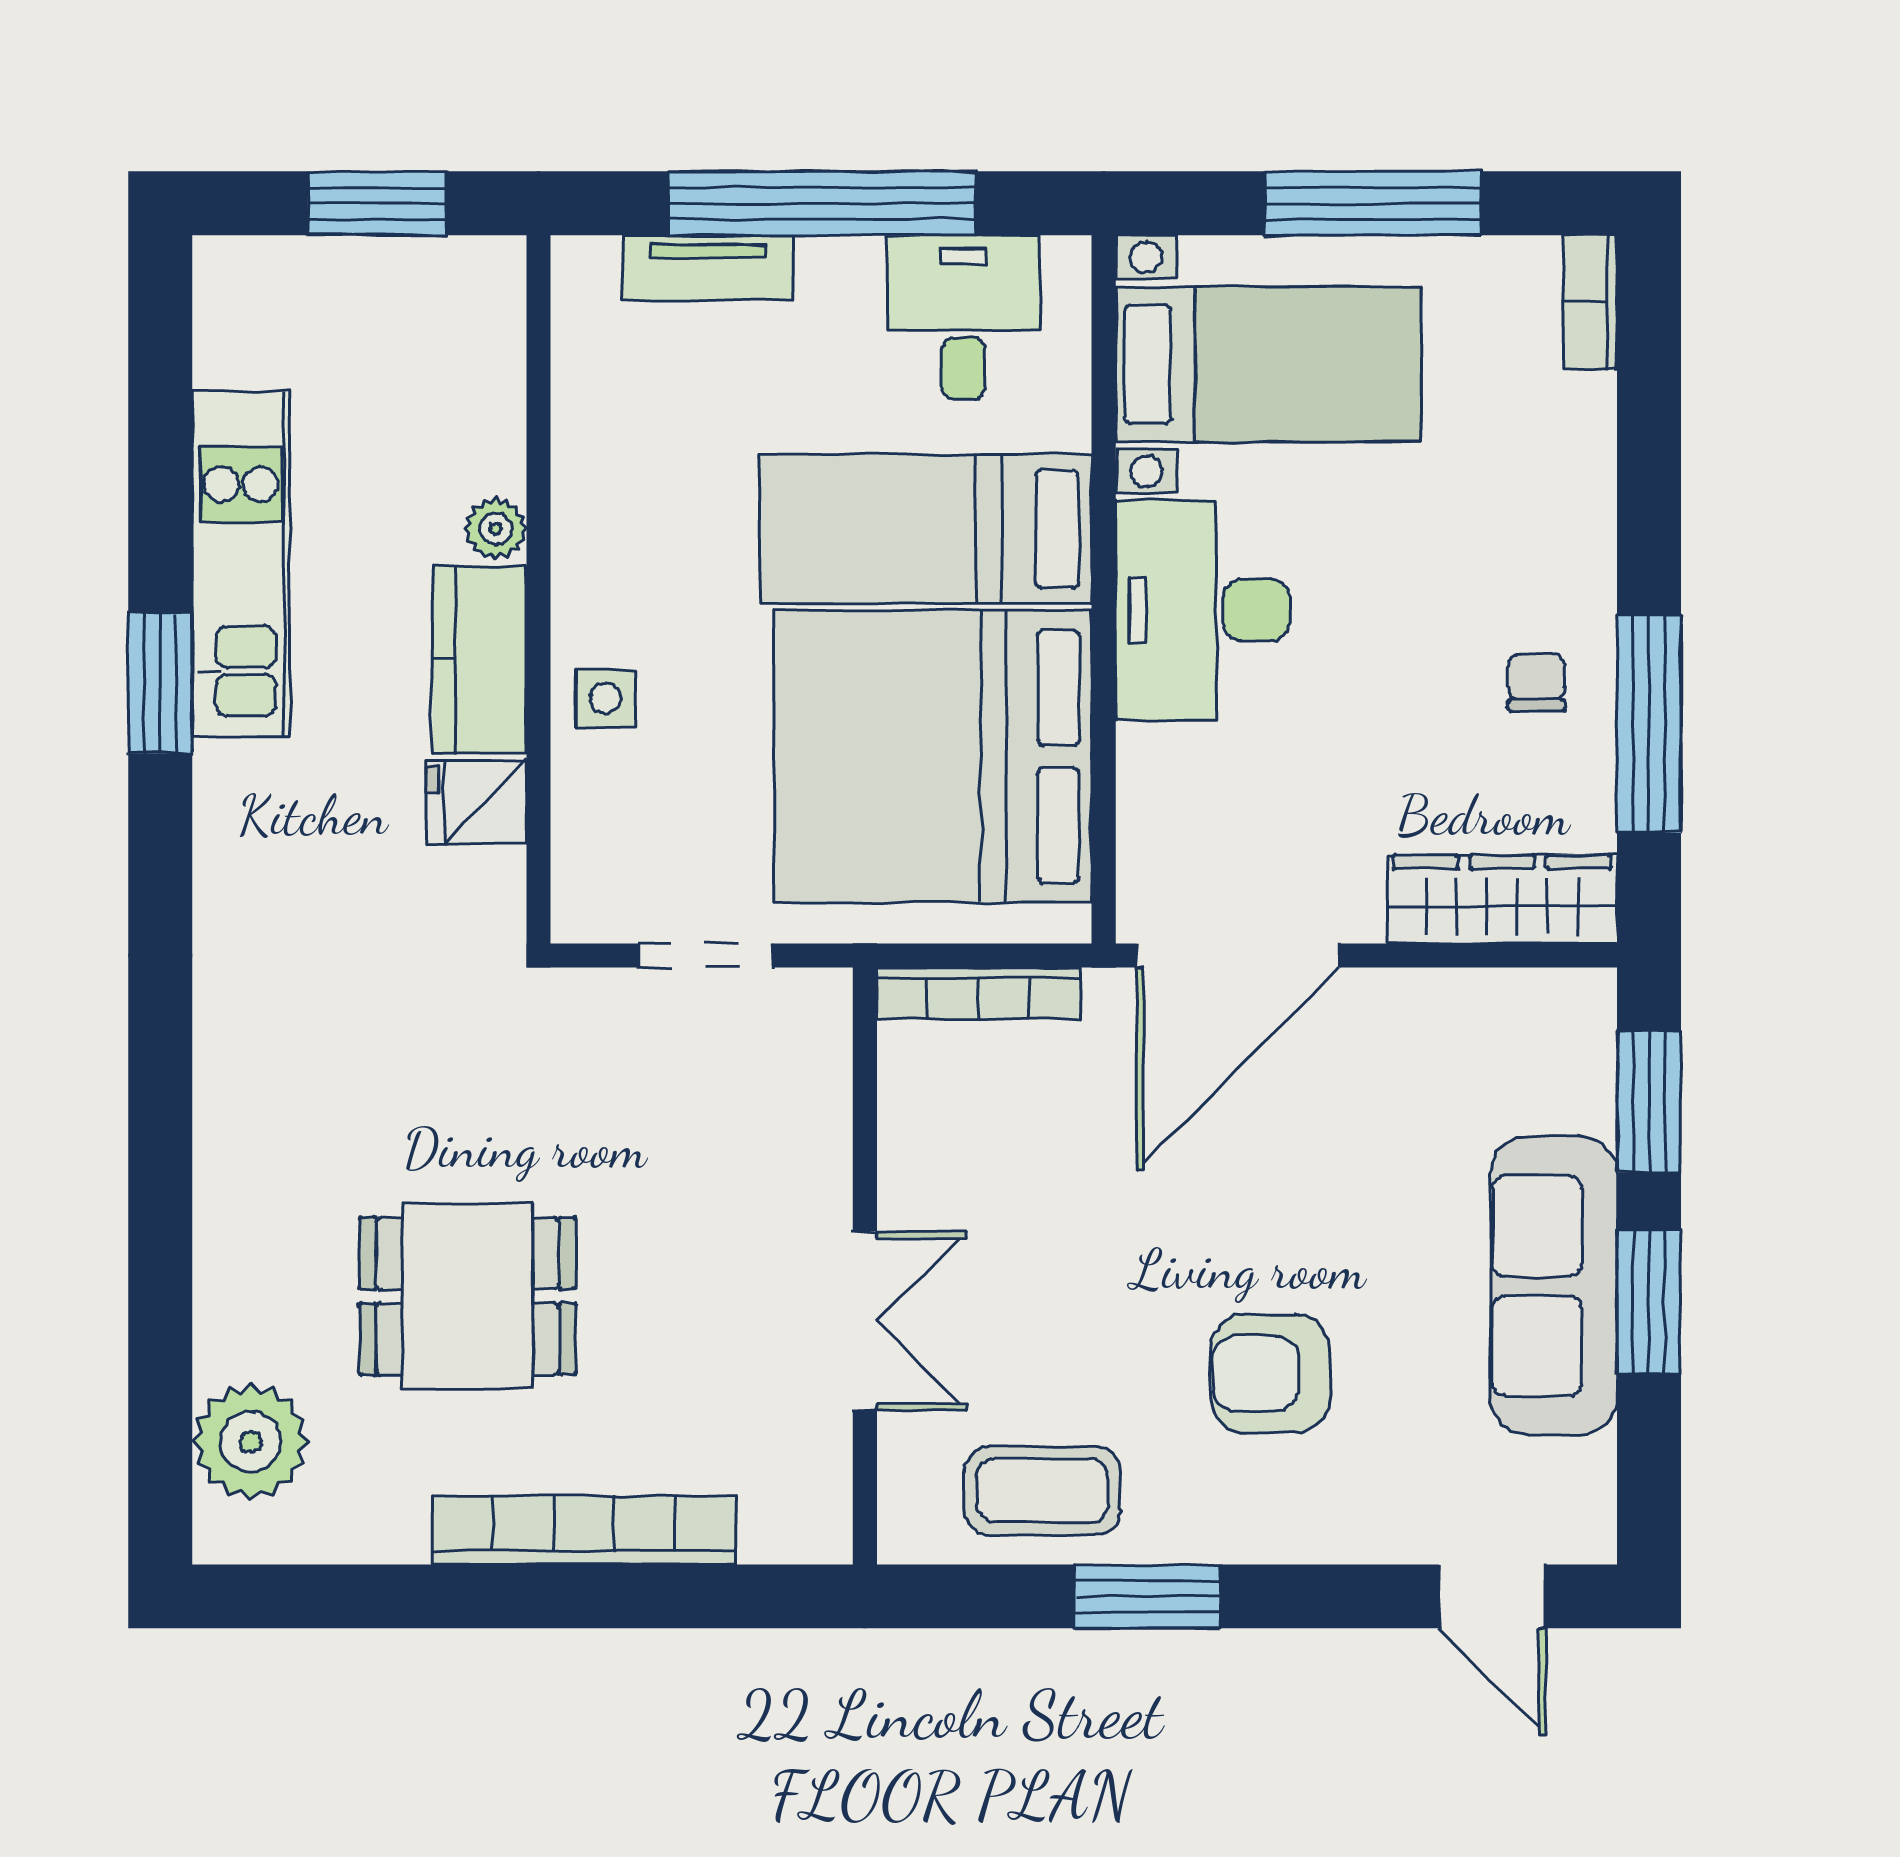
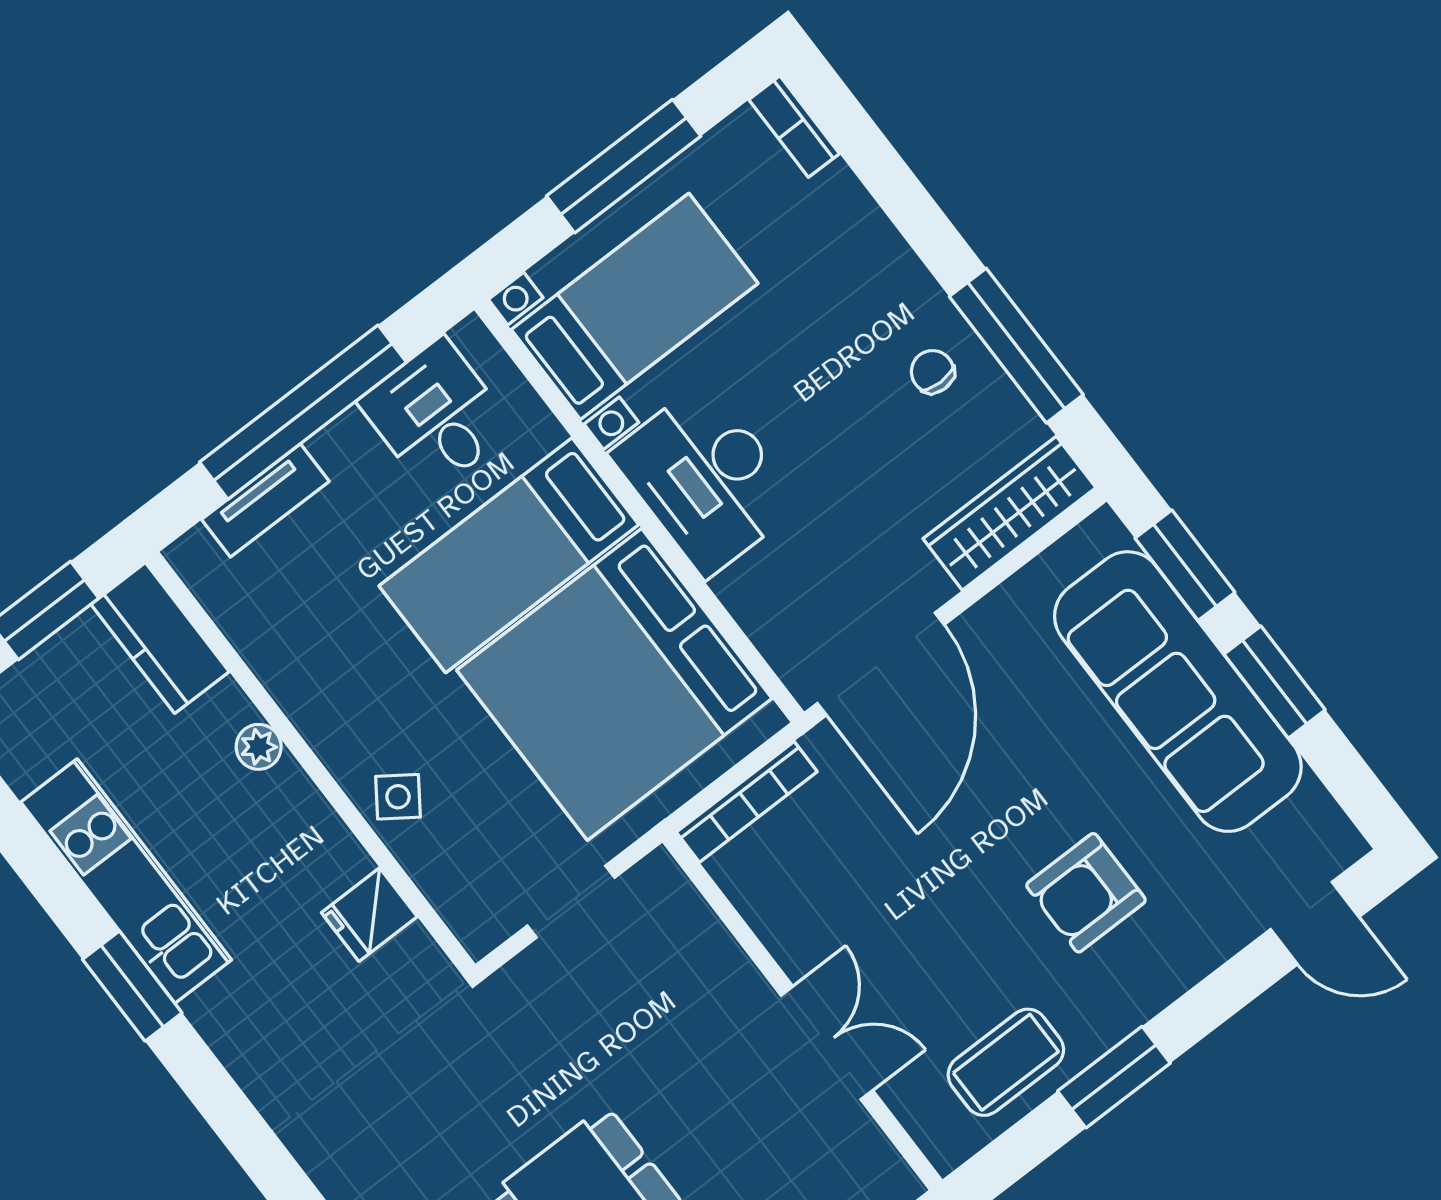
kitchen counter: (480, 660) -> (160, 638), moved
side table: (605, 698) -> (398, 797), turned 35
sofa: (1554, 1286) -> (1178, 692), width x1.36, depth x1.27

